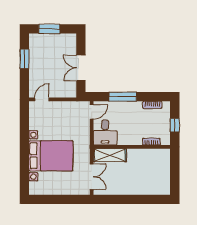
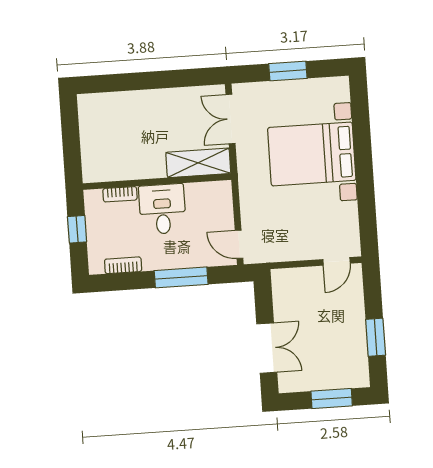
double door: (81, 68) -> (267, 348), moved
door: (92, 112) -> (239, 244), hinge flipped
desk: (105, 133) -> (162, 209), moved
window: (60, 199) -> (288, 71), added

